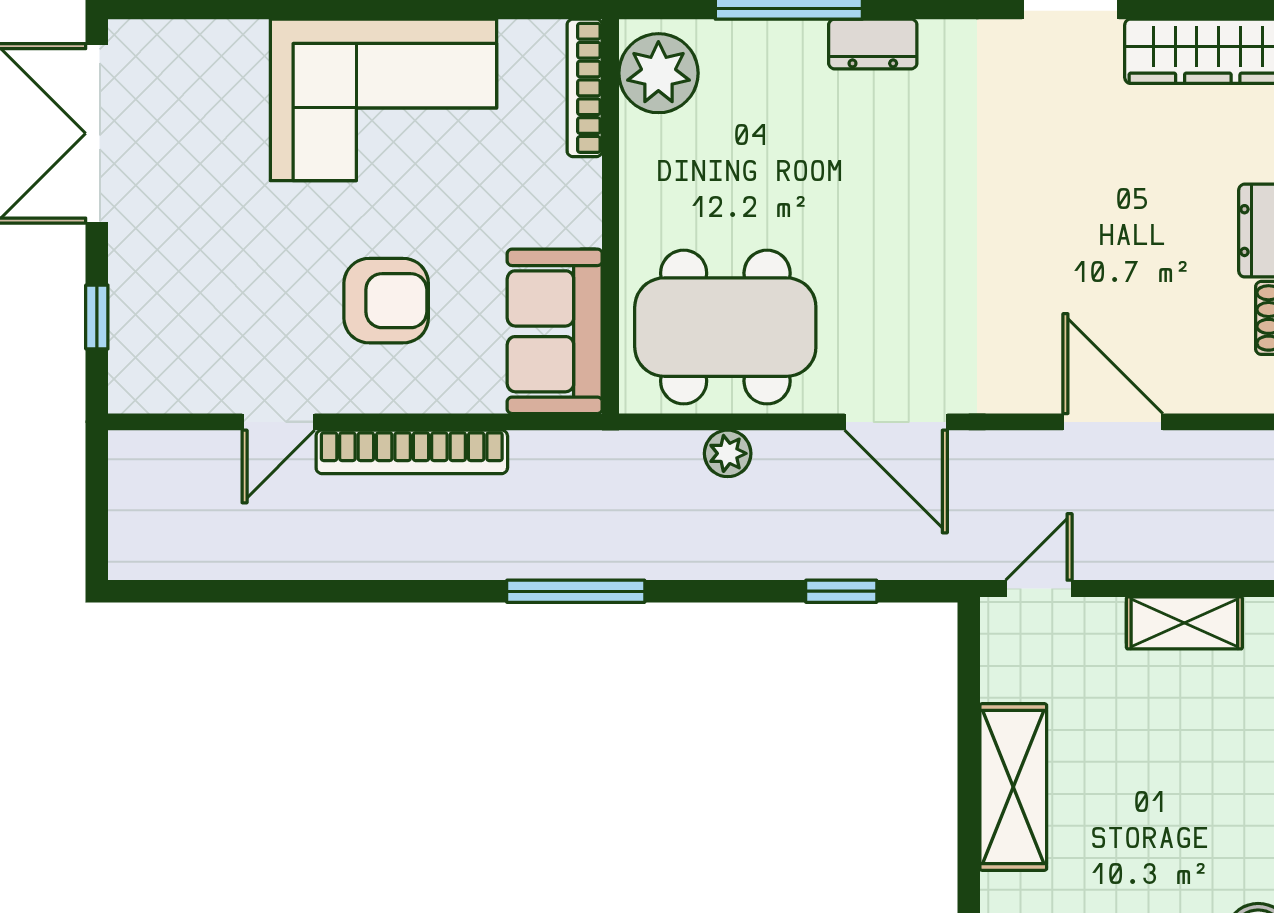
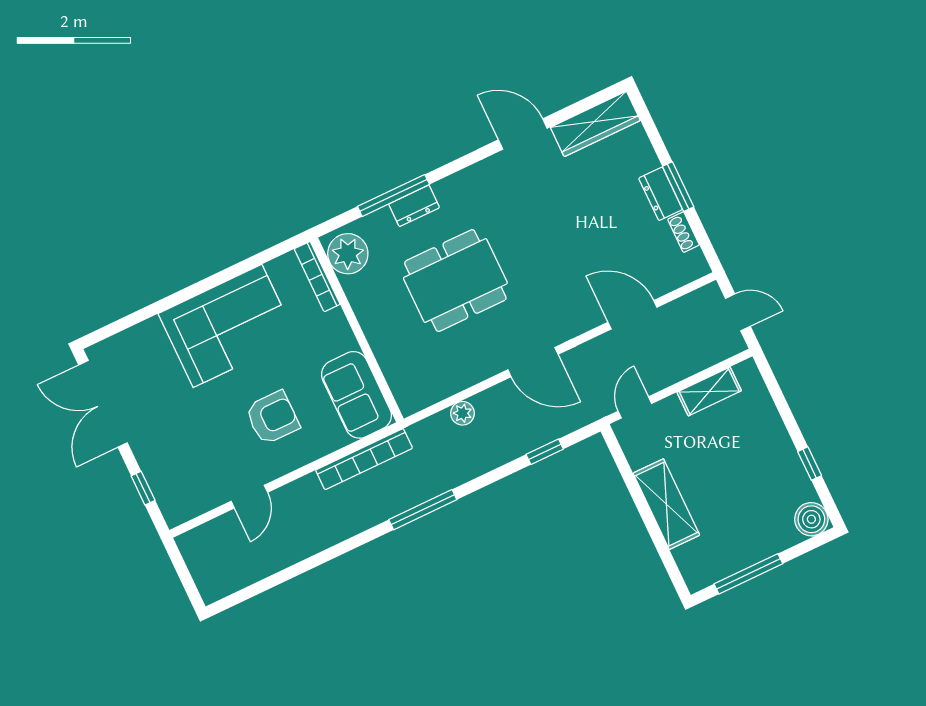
dresser: (873, 44) -> (414, 206), moved
dining table: (725, 327) -> (455, 281), moved
bookcase: (412, 452) -> (364, 459), moved

